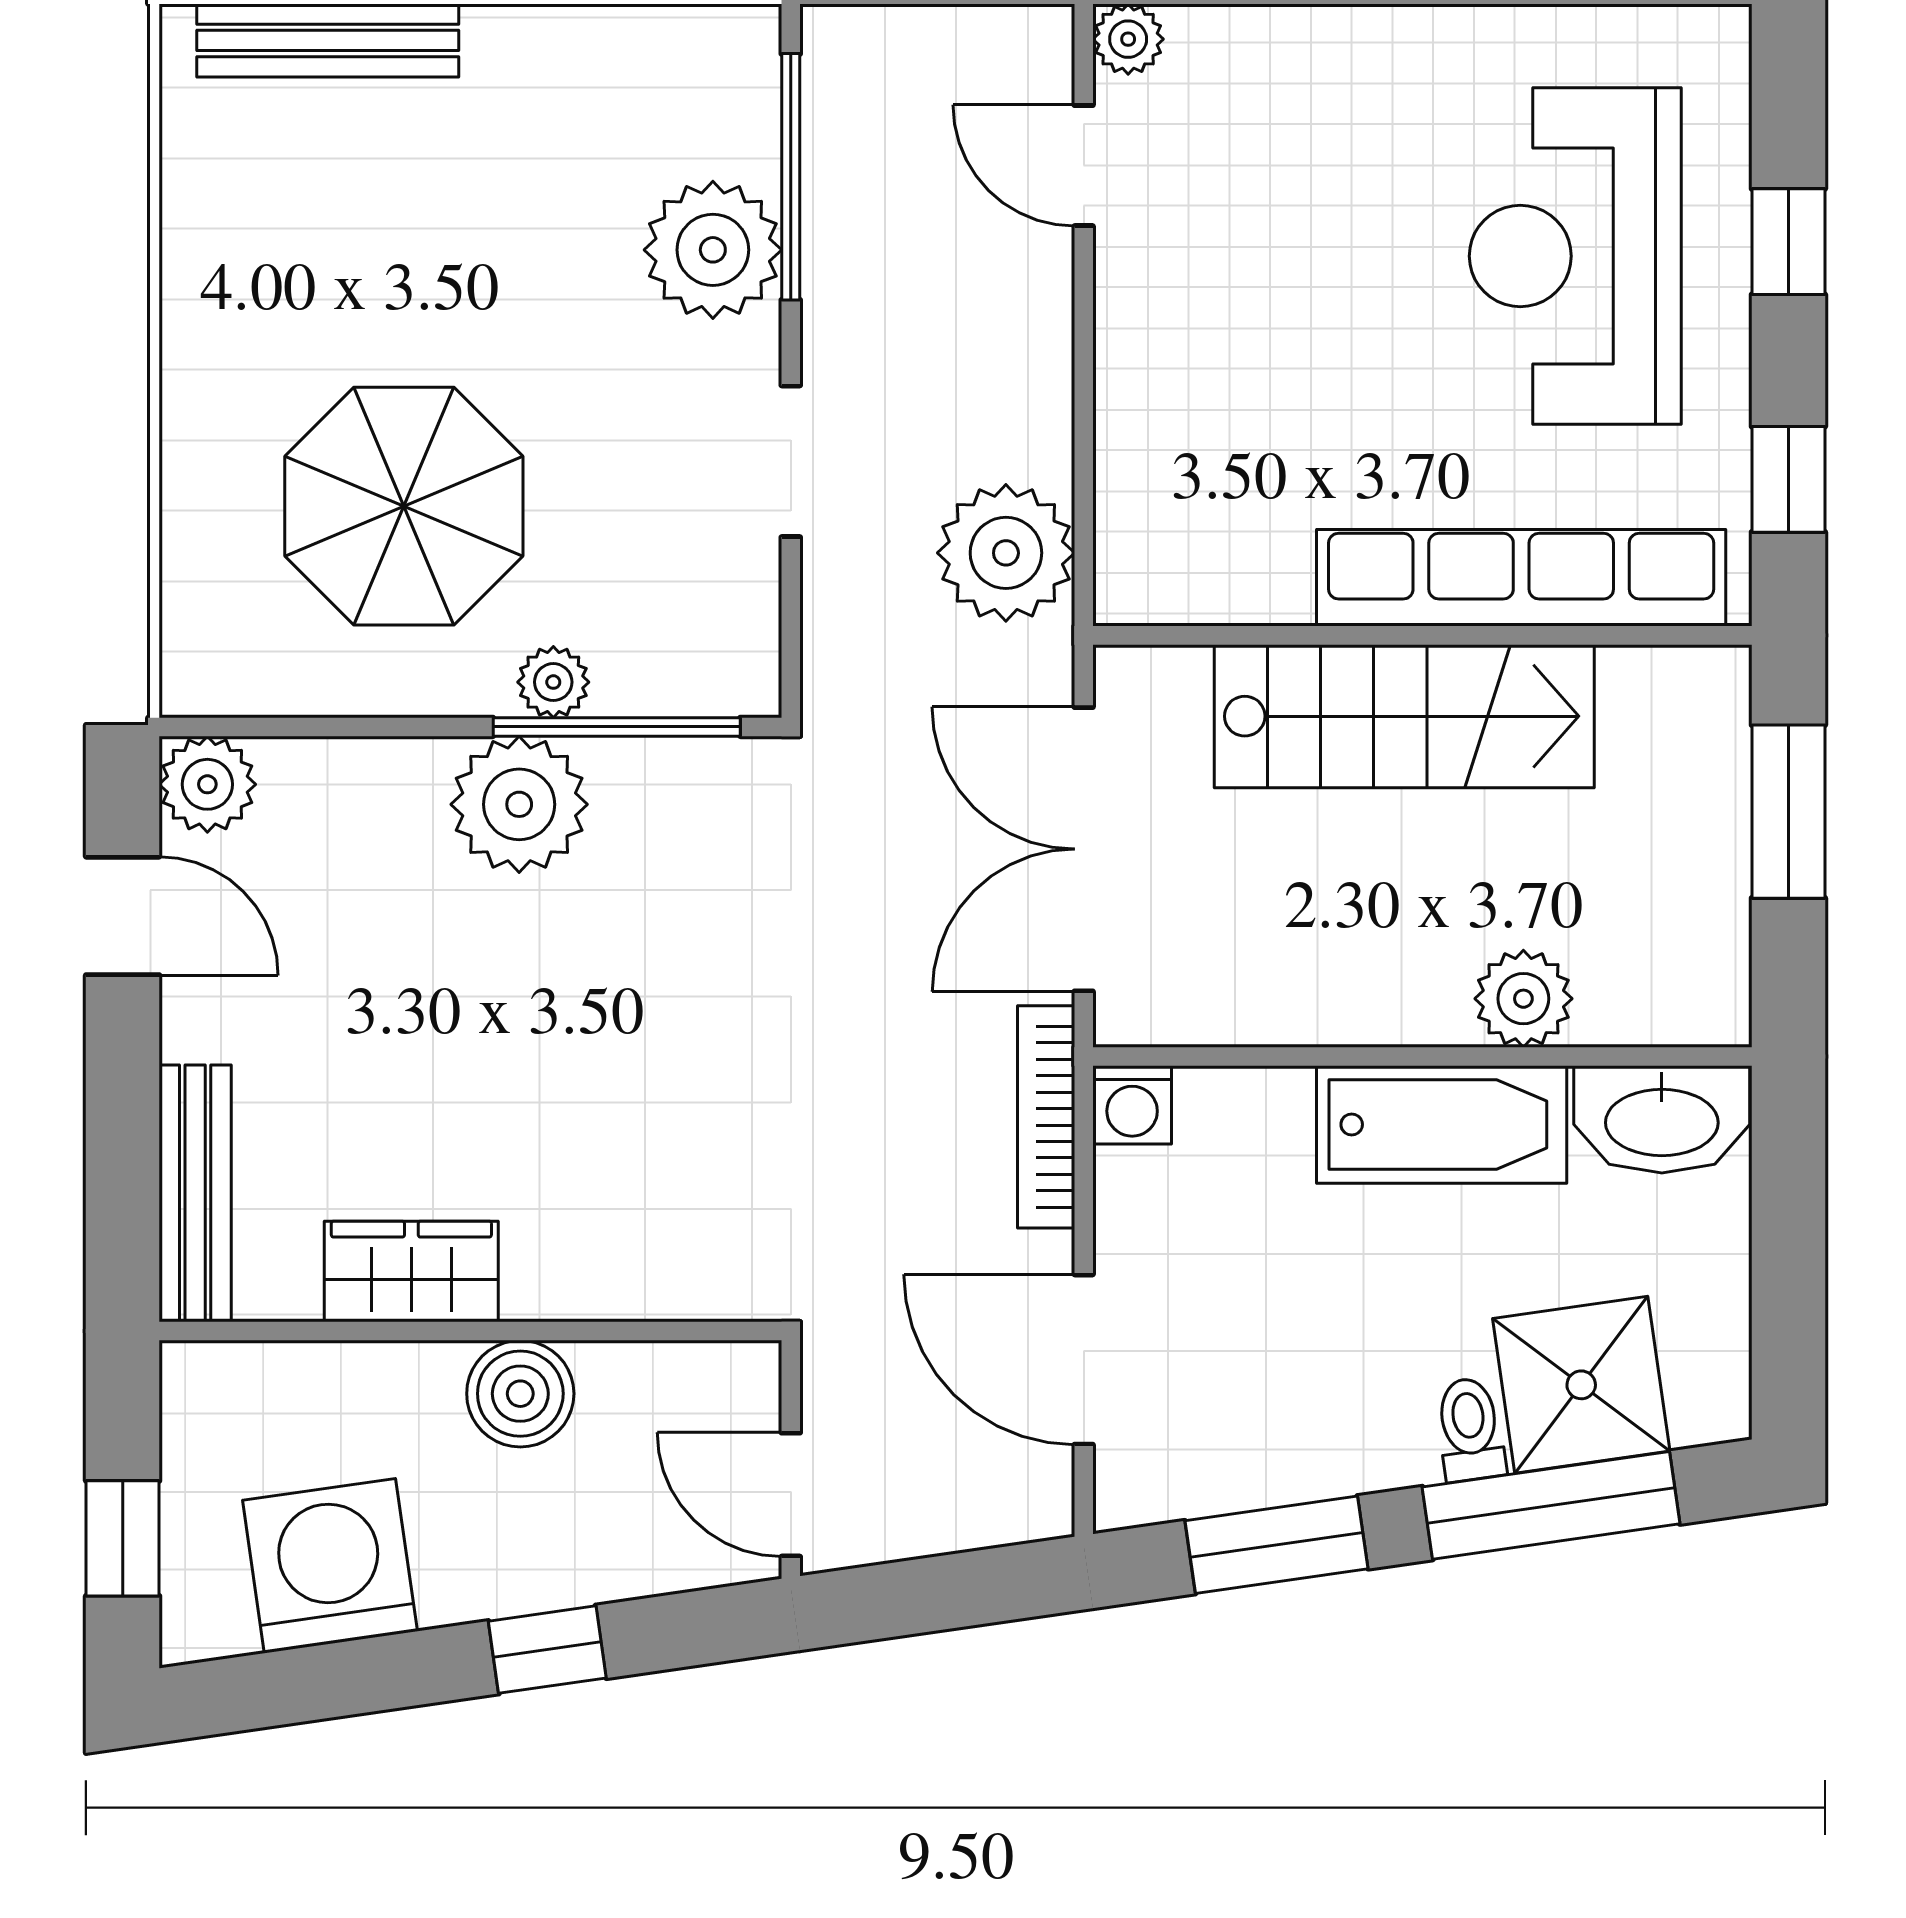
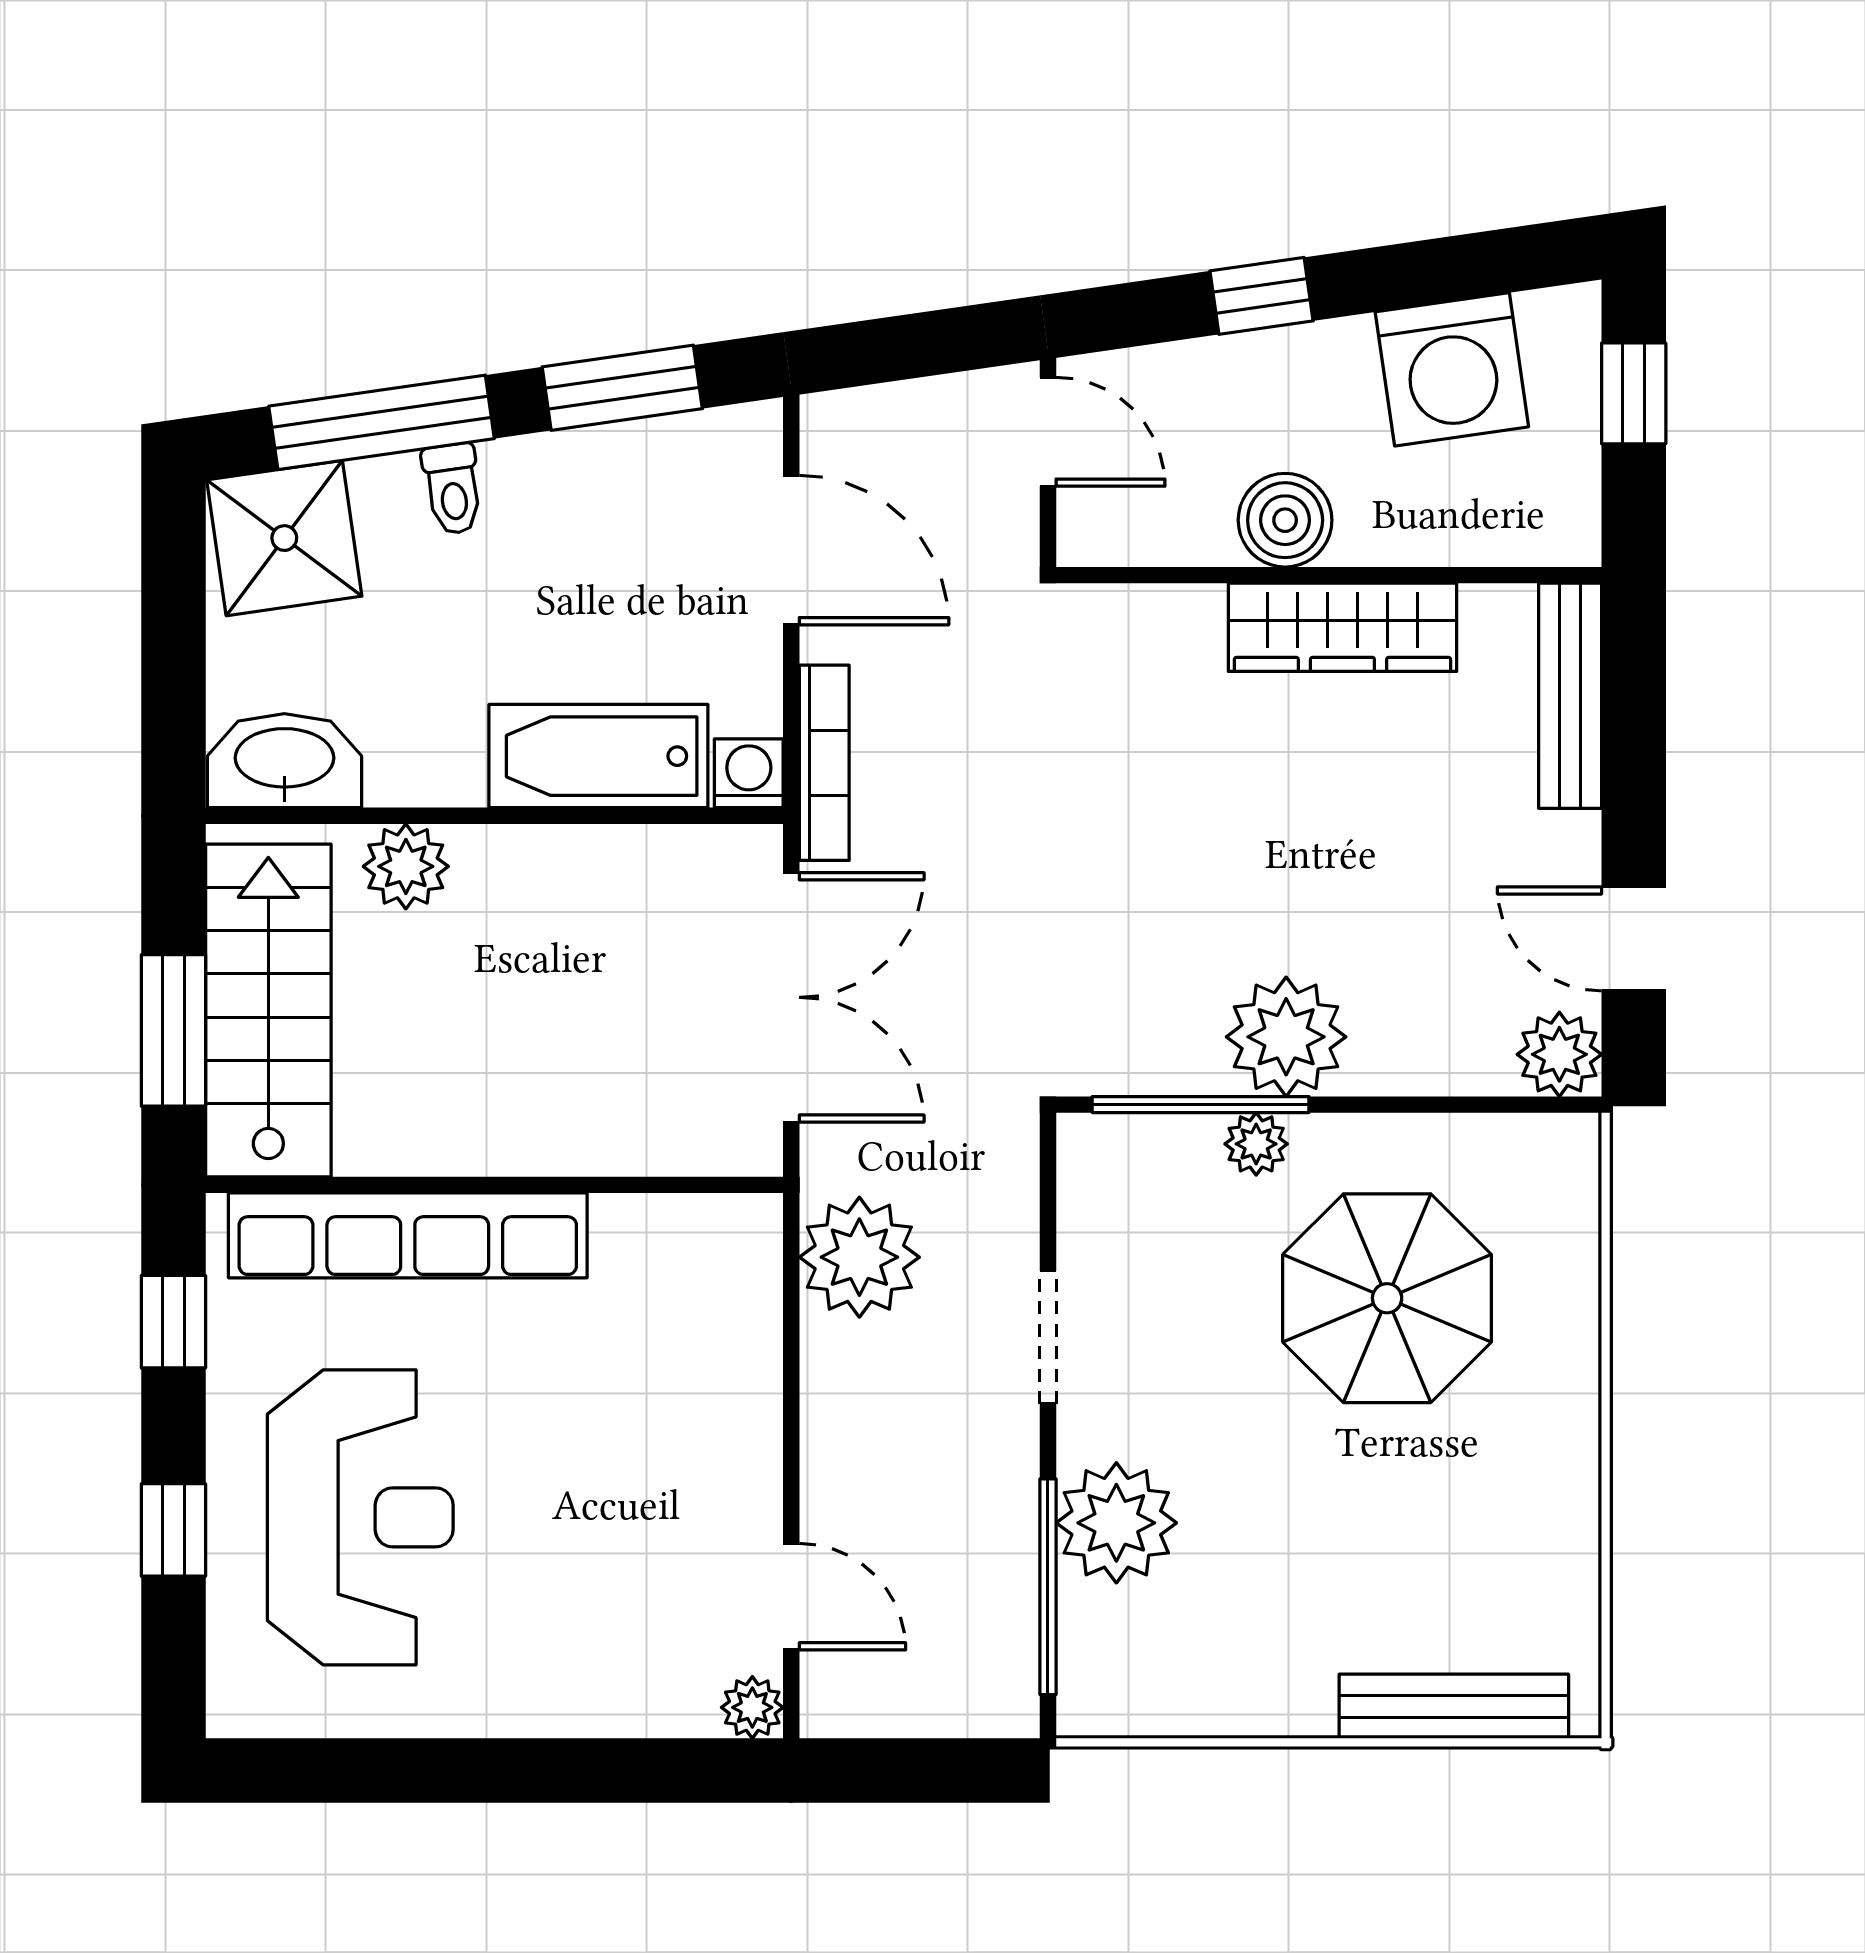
stairs: (1404, 716) -> (268, 1010), moved, turned 90
bathtub: (1442, 1124) -> (598, 756), moved
wardrobe: (411, 1272) -> (1342, 627), width x1.50
shower: (1581, 1385) -> (284, 538), moved

